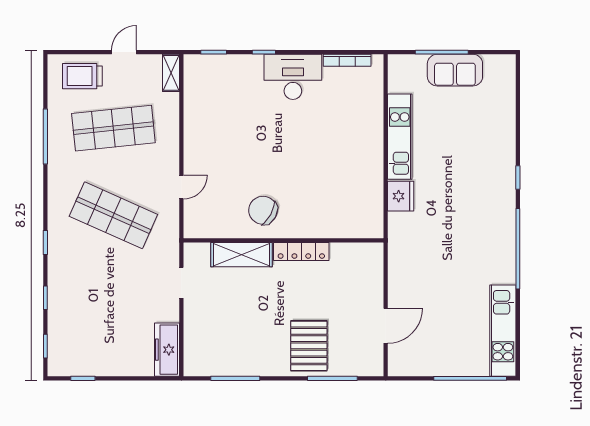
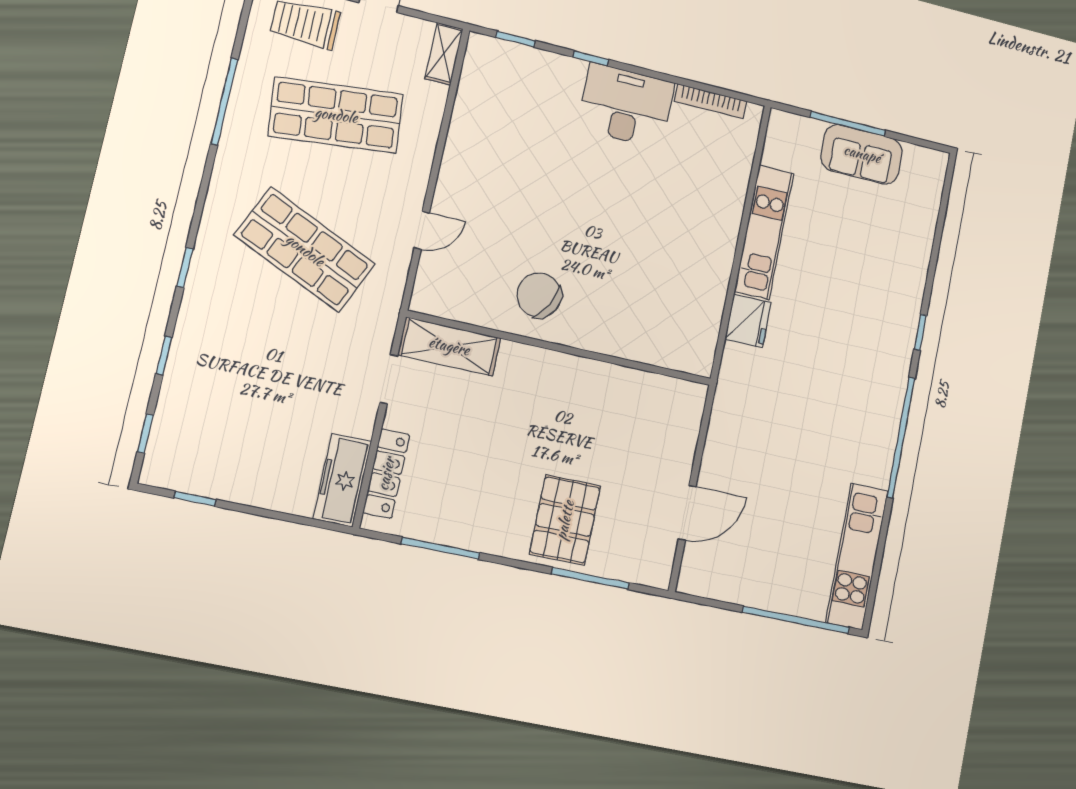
locker: (301, 251) -> (386, 474), moved, turned -90
shelving: (242, 255) -> (449, 346), moved

